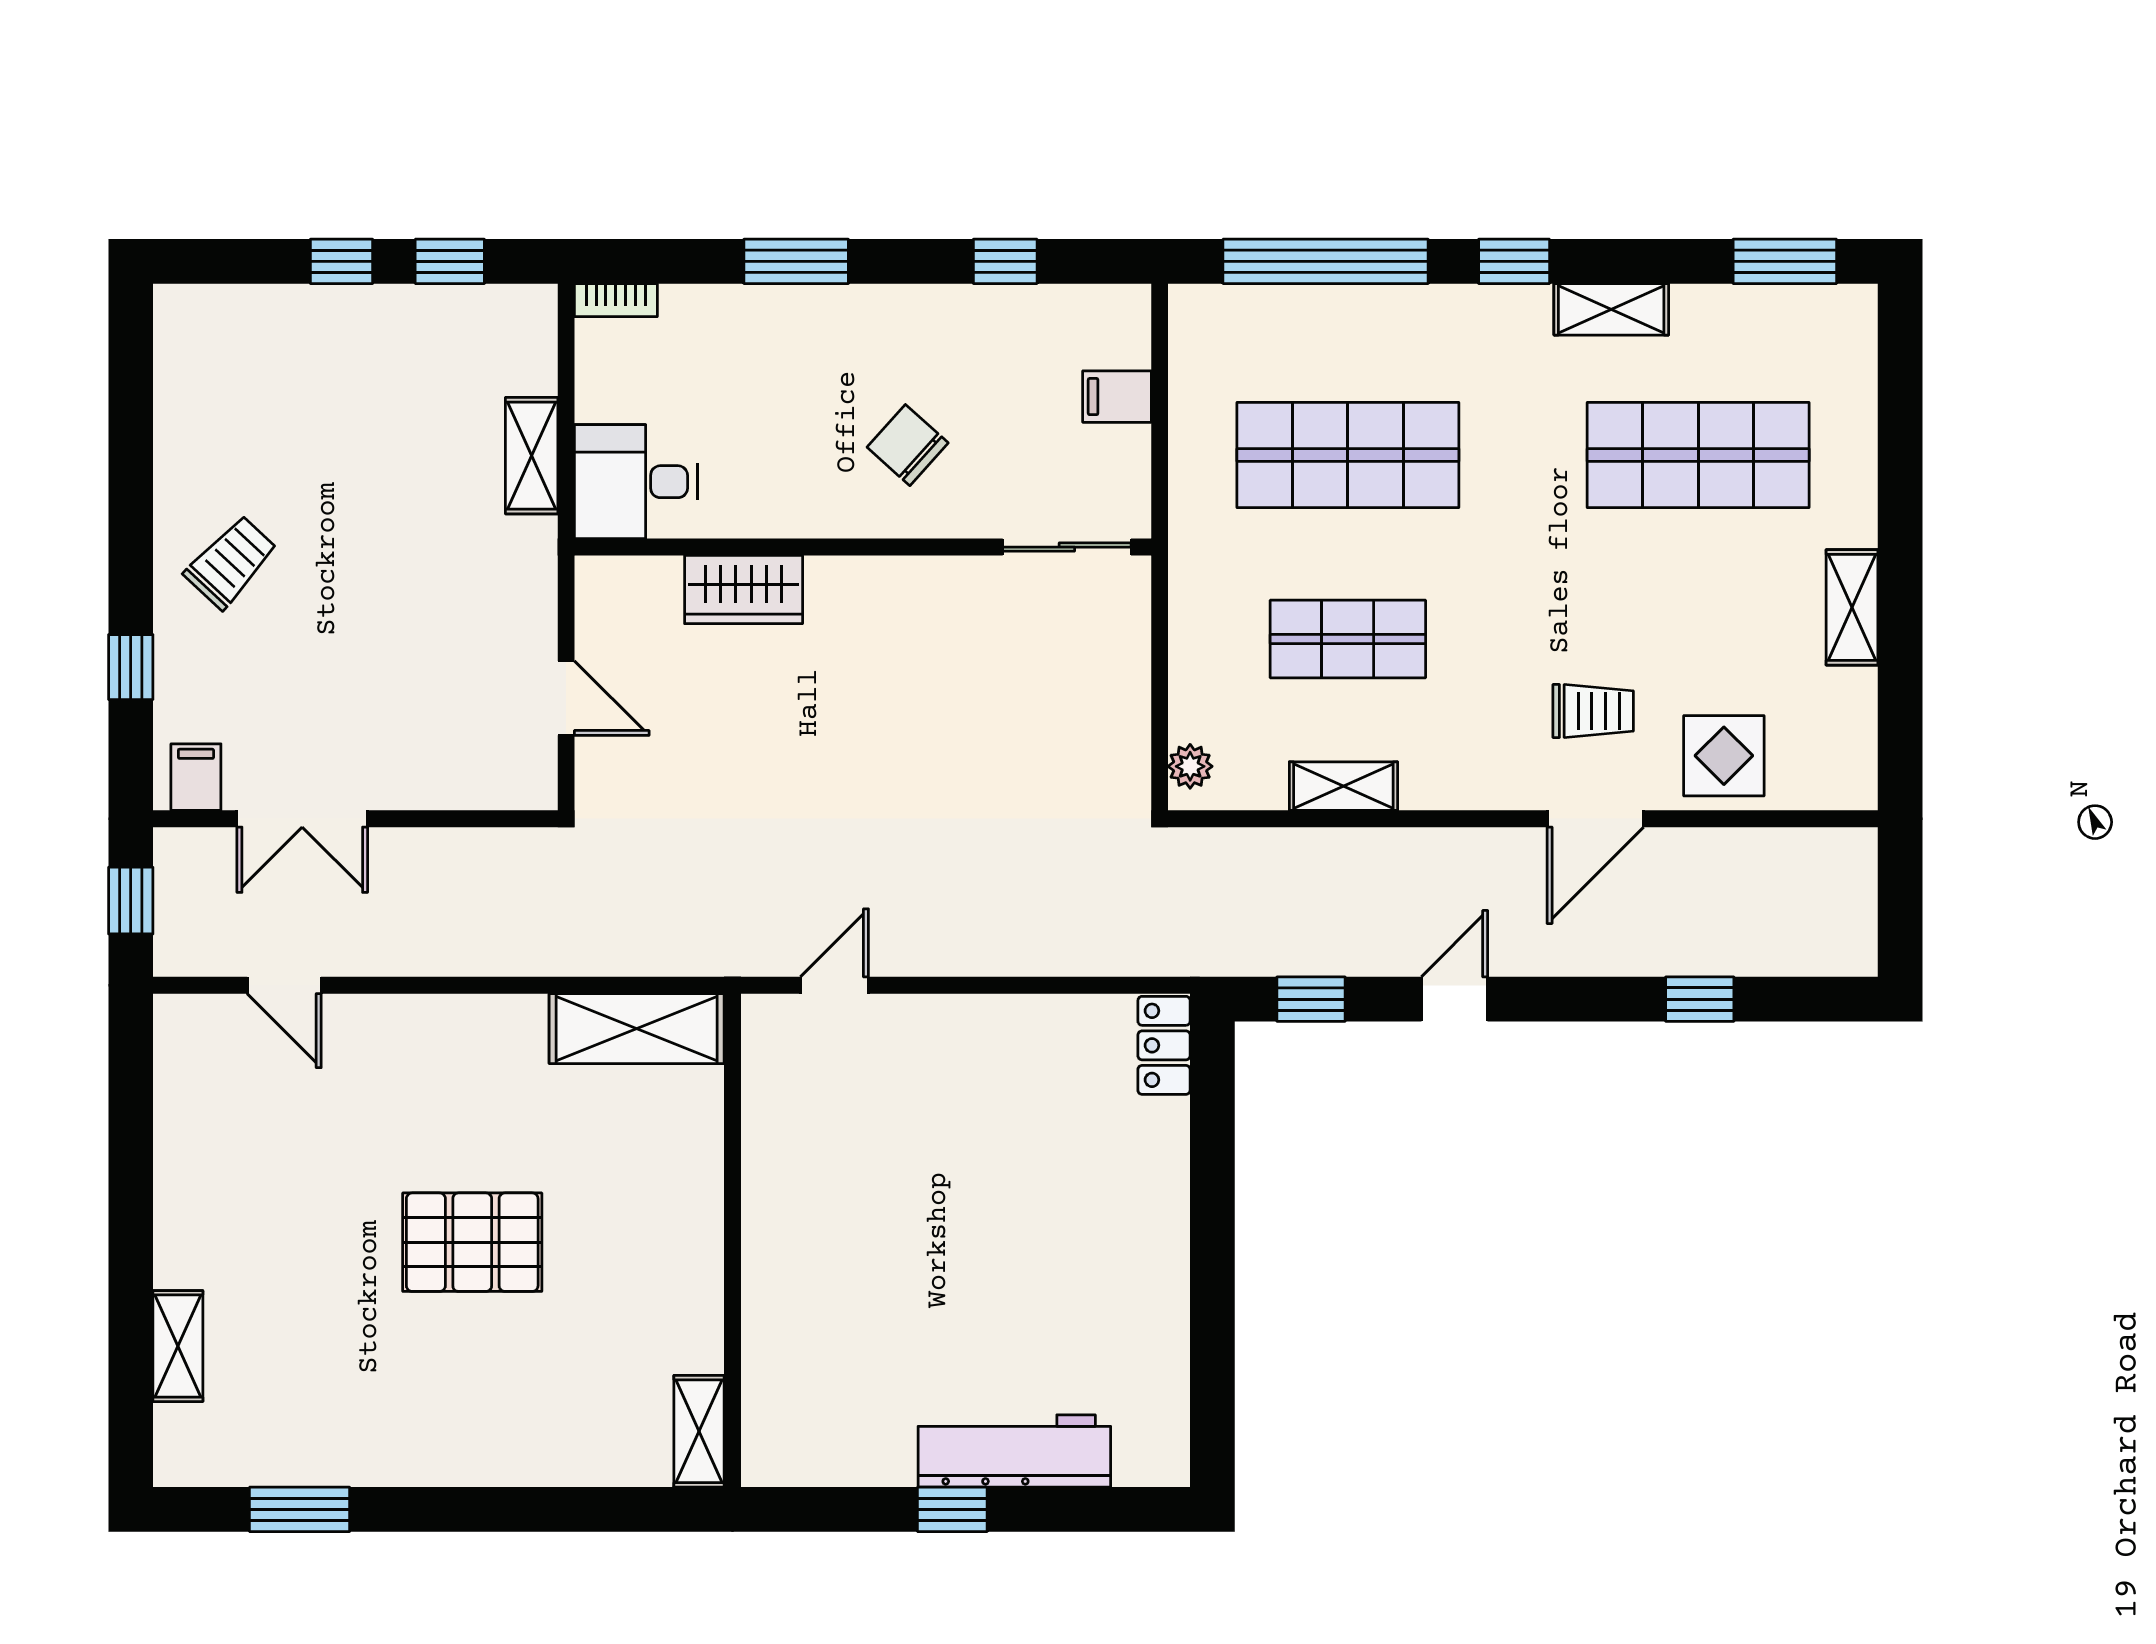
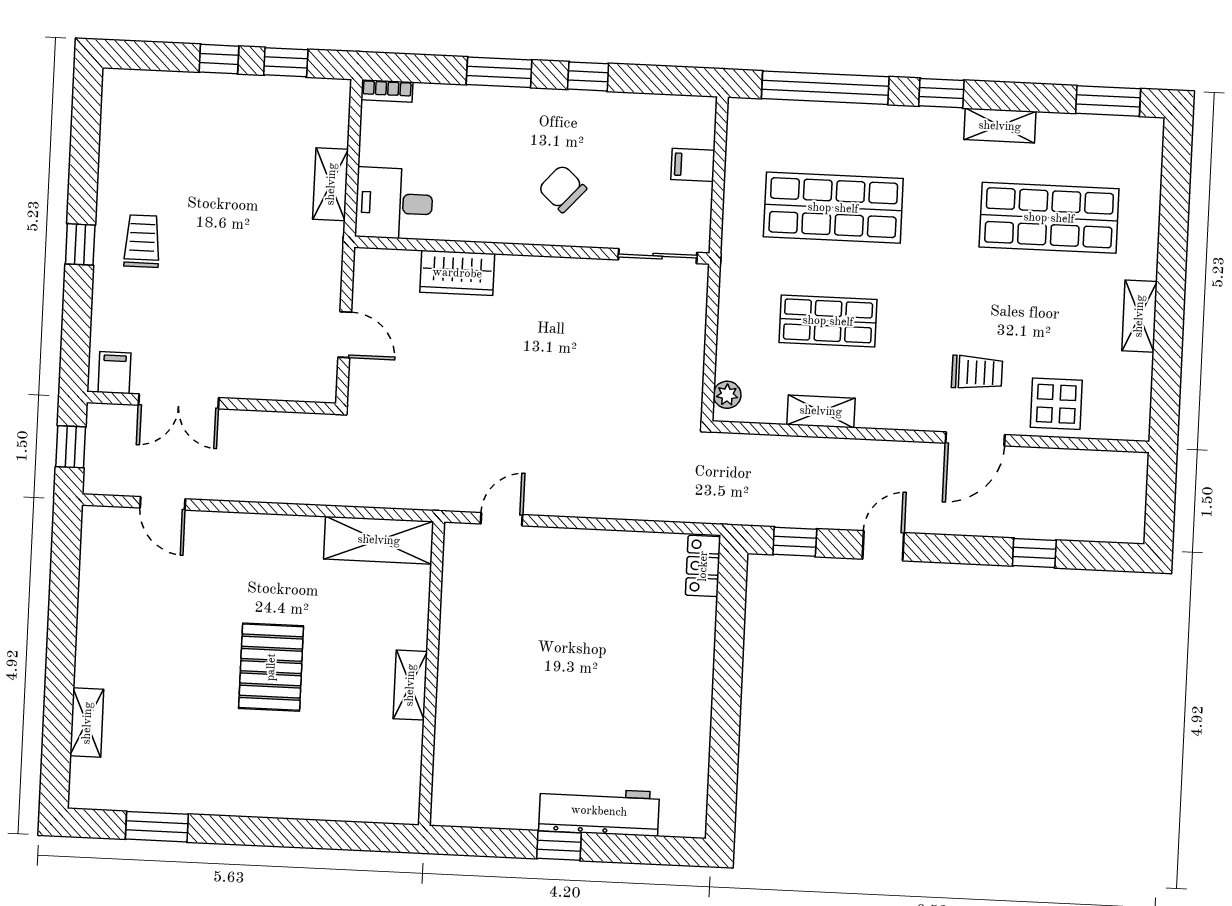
window: (1005, 261) -> (588, 76), moved
trolley: (231, 562) -> (142, 241), turned -43
window: (131, 667) -> (80, 244), moved
pallet: (472, 1242) -> (271, 667), turned 90
shelving: (699, 1431) -> (410, 685), moved

